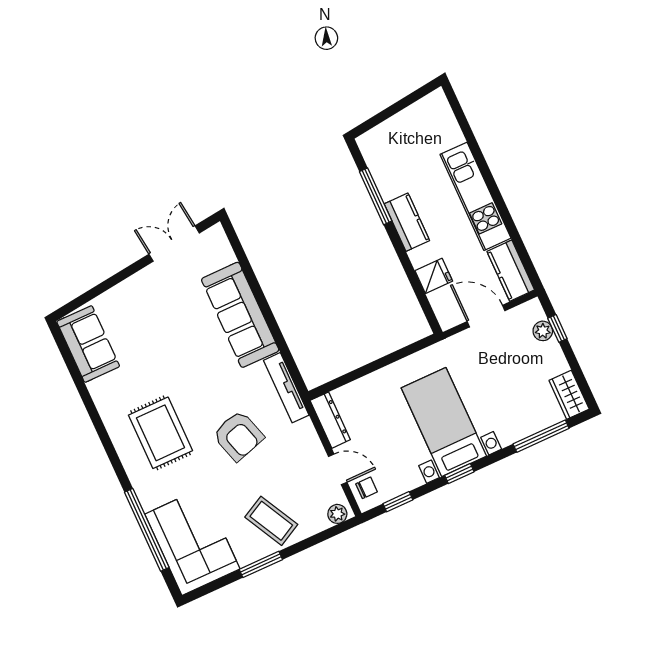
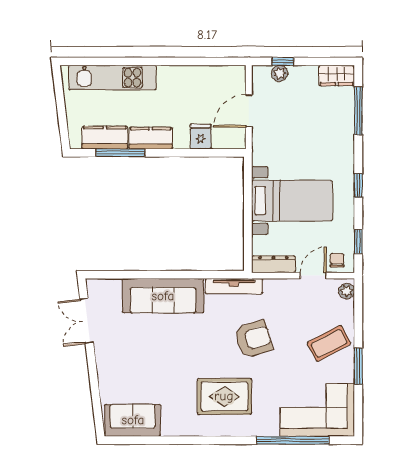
kitchen unit: (475, 196) -> (112, 78), moved
kitchen counter: (511, 271) -> (105, 138), moved, turned 180
bed with nightstands: (444, 422) -> (292, 201), moved, turned 180

